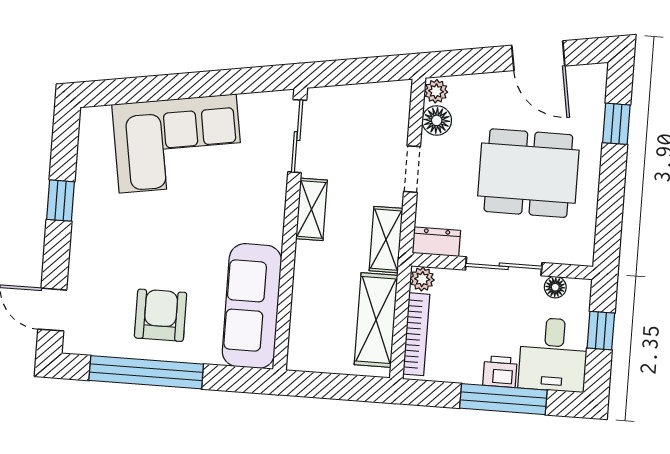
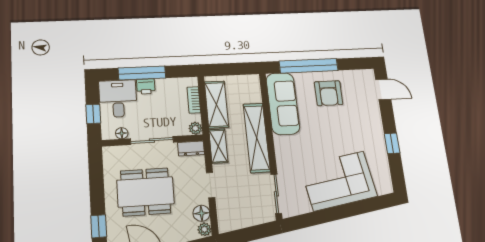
shelving: (311, 209) -> (257, 138), width x2.20, depth x1.33
bookcase: (416, 334) -> (194, 100), width x0.64
window: (146, 372) -> (309, 66), moved

